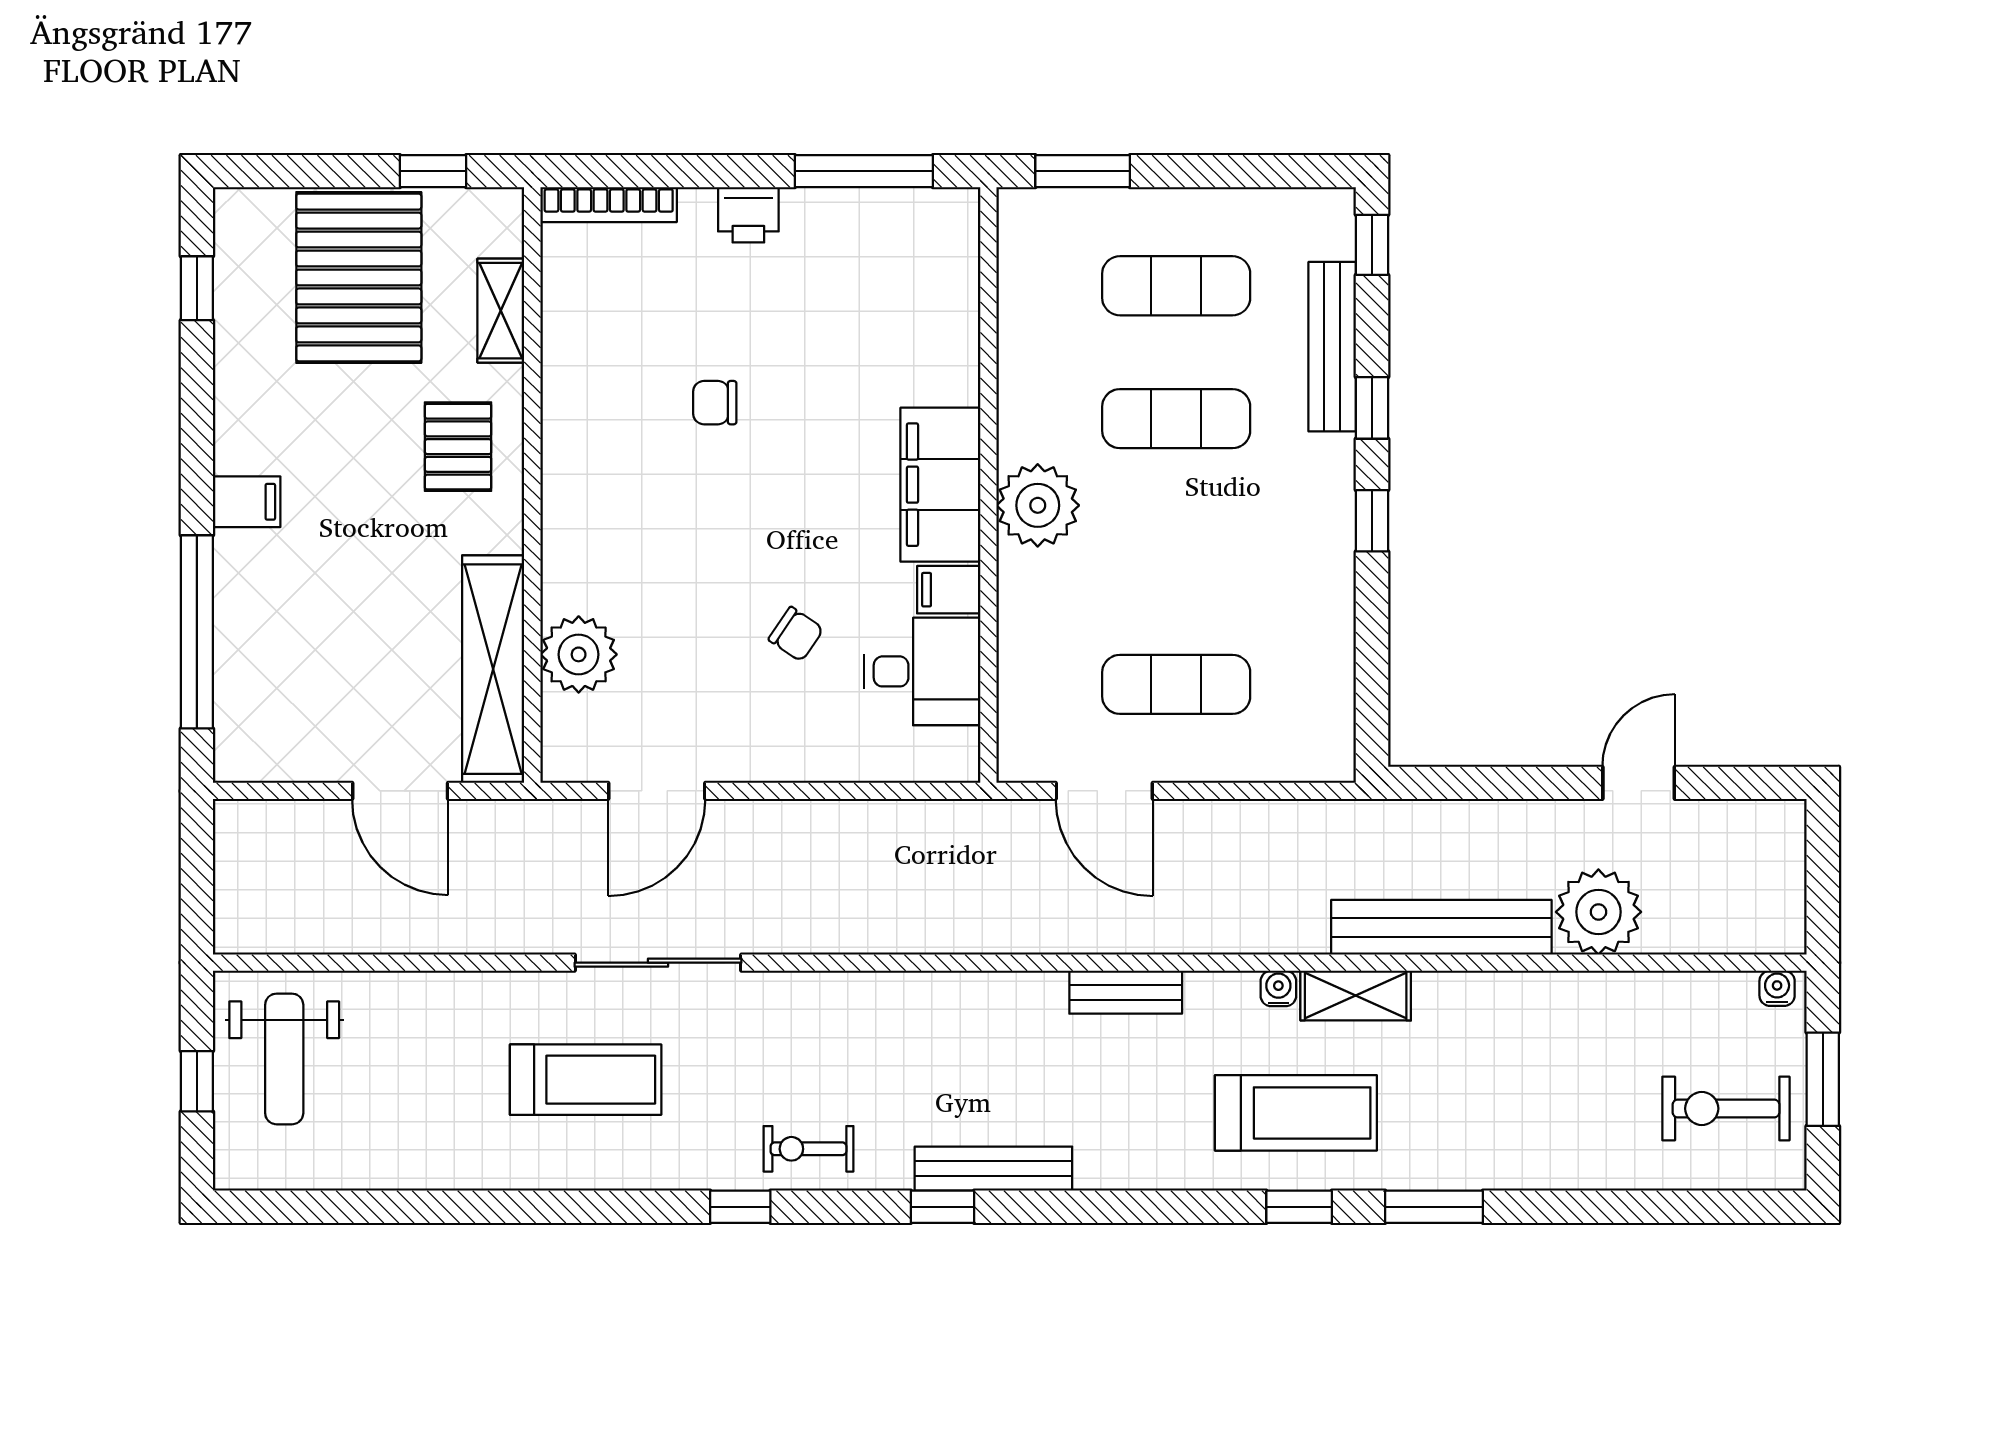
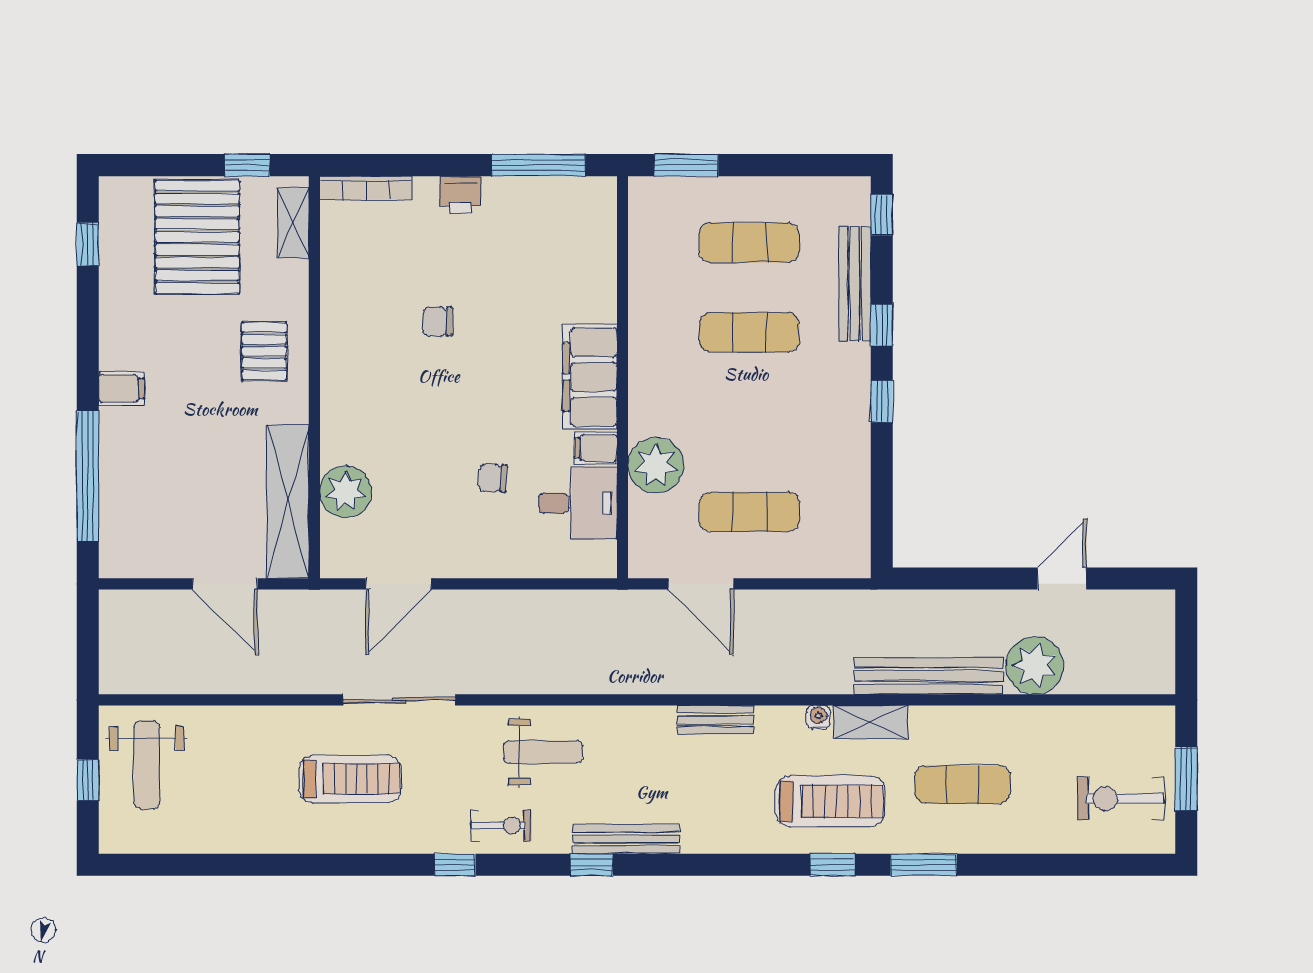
shelving: (501, 311) -> (293, 223), moved
plant: (1038, 505) -> (656, 465), moved
chair: (796, 634) -> (493, 478), turned 149
water cooler: (1777, 988) -> (1155, 717), removed
weight bench: (871, 1040) -> (543, 752), added
exercise mat: (1492, 1088) -> (963, 784), added
exercise bike: (808, 1149) -> (501, 826), turned 180

